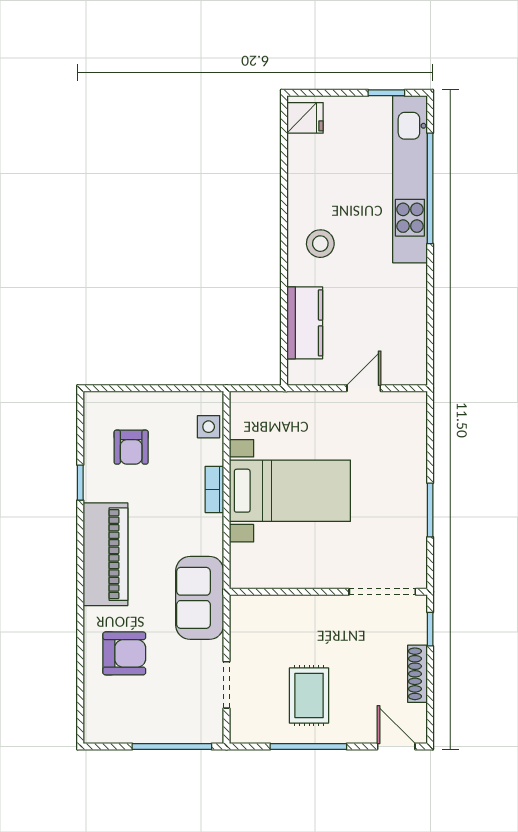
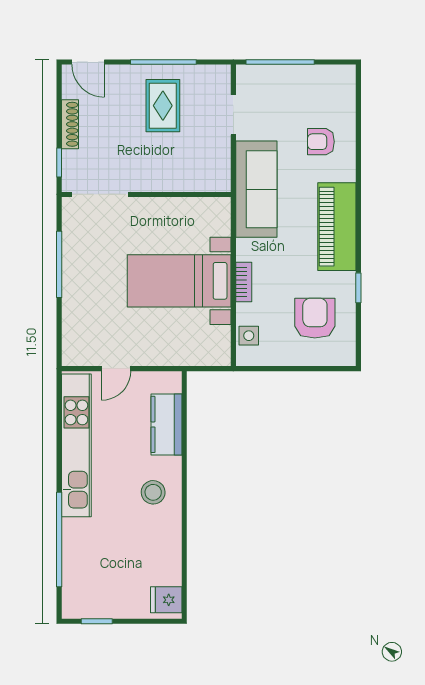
kitchen unit: (410, 179) -> (76, 445), moved
armchair: (131, 447) -> (315, 318), width x1.38, depth x1.38
window: (430, 510) -> (59, 264), width x1.44
sofa: (200, 598) -> (256, 189), width x1.36
armchair: (124, 653) -> (321, 142), width x0.72, depth x0.72

